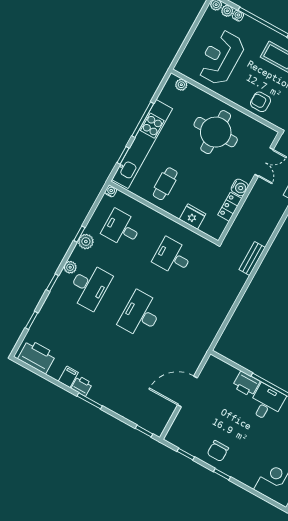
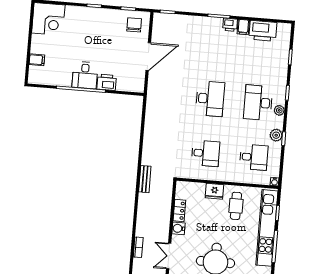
fridge: (193, 217) -> (214, 191), moved
printer: (37, 356) -> (263, 31), moved
chair: (218, 451) -> (134, 25), moved

